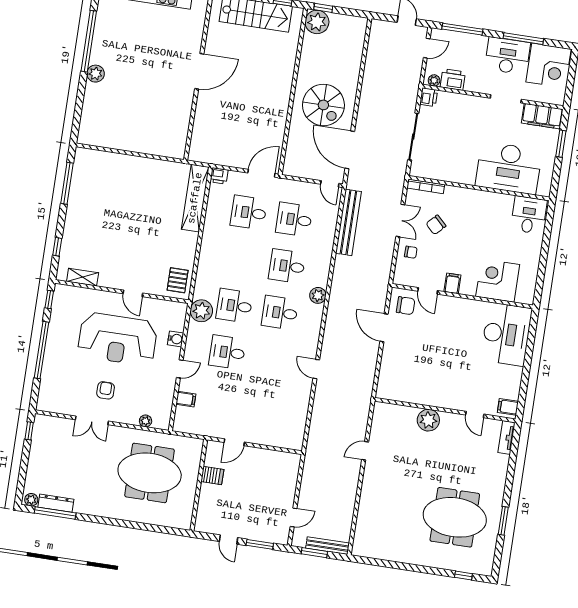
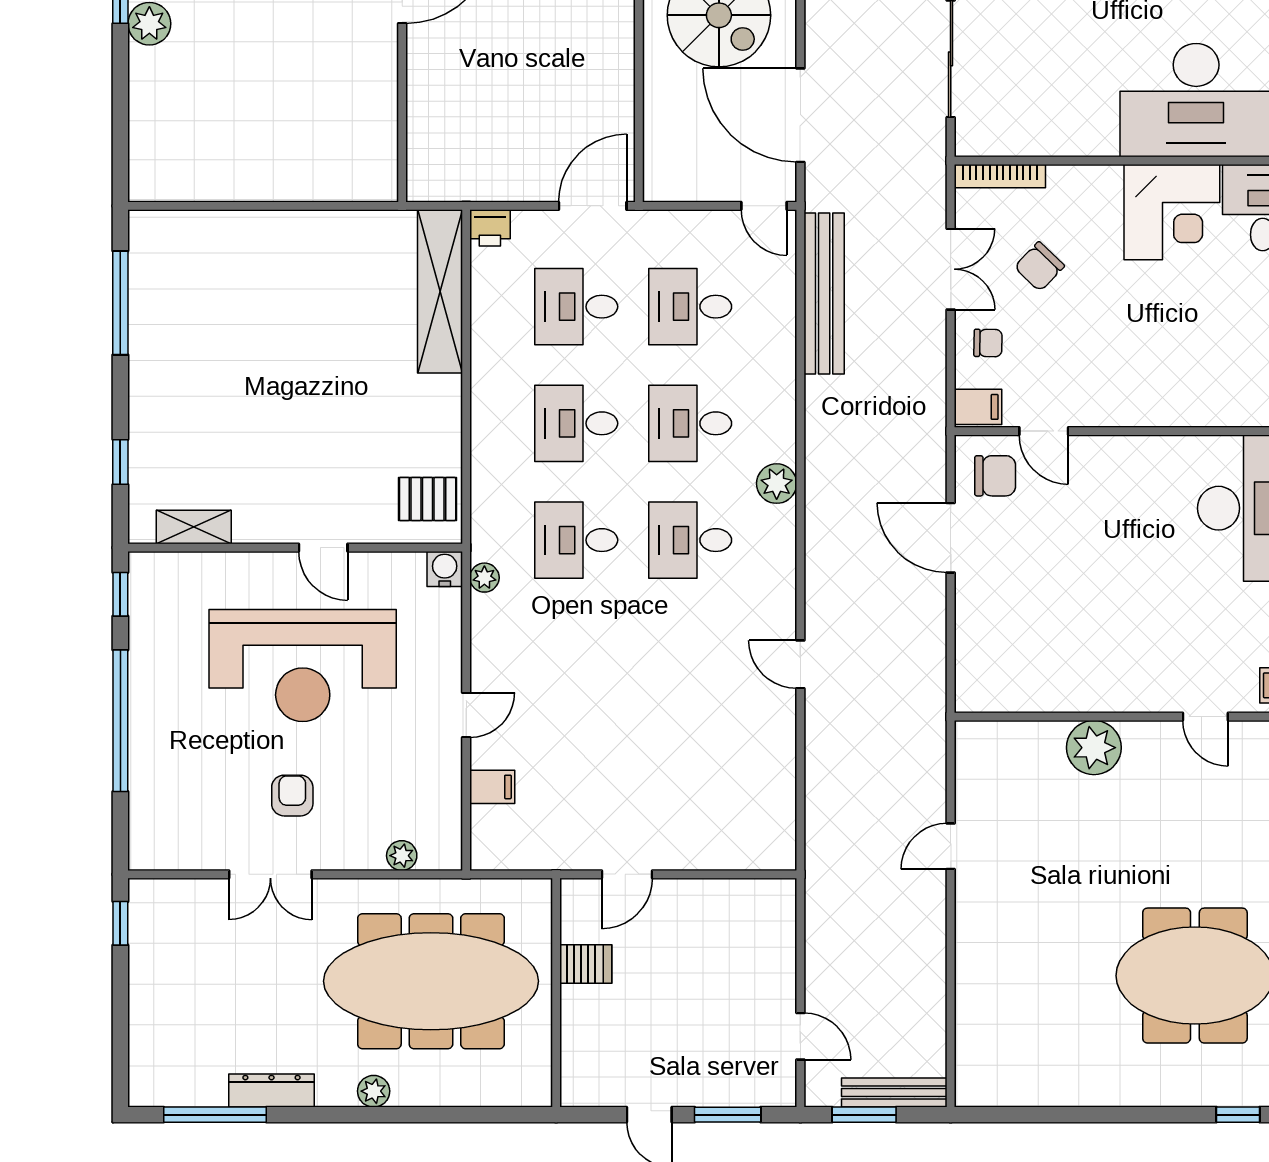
pallet: (178, 280) -> (428, 499), turned 90
corner desk: (498, 280) -> (1172, 212), moved, turned 180
filing cabinet: (452, 283) -> (978, 407), moved, turned 90
plant: (201, 311) -> (484, 578), width x0.53, depth x0.53
water cooler: (176, 339) -> (445, 569), moved, turned -90
desk: (227, 352) -> (576, 423), moved
meeting table: (150, 473) -> (431, 981), width x1.36
plant: (31, 500) -> (374, 1091), moved
dresser: (56, 503) -> (271, 1091), moved
door: (294, 517) -> (800, 1036), hinge flipped

